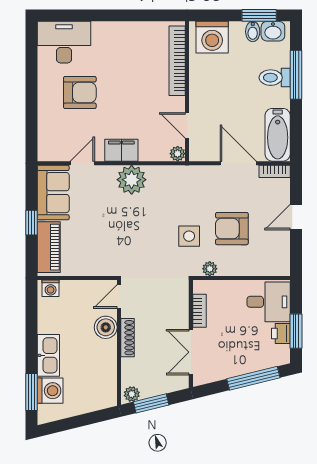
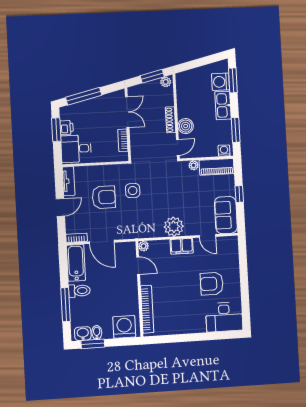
toilet: (275, 78) -> (79, 291), moved
door: (82, 163) -> (207, 236), hinge flipped
piano: (49, 247) -> (217, 167), moved, turned -90
tv unit: (282, 255) -> (69, 181), added
plant: (210, 269) -> (194, 165), moved
window: (31, 318) -> (236, 130), added

